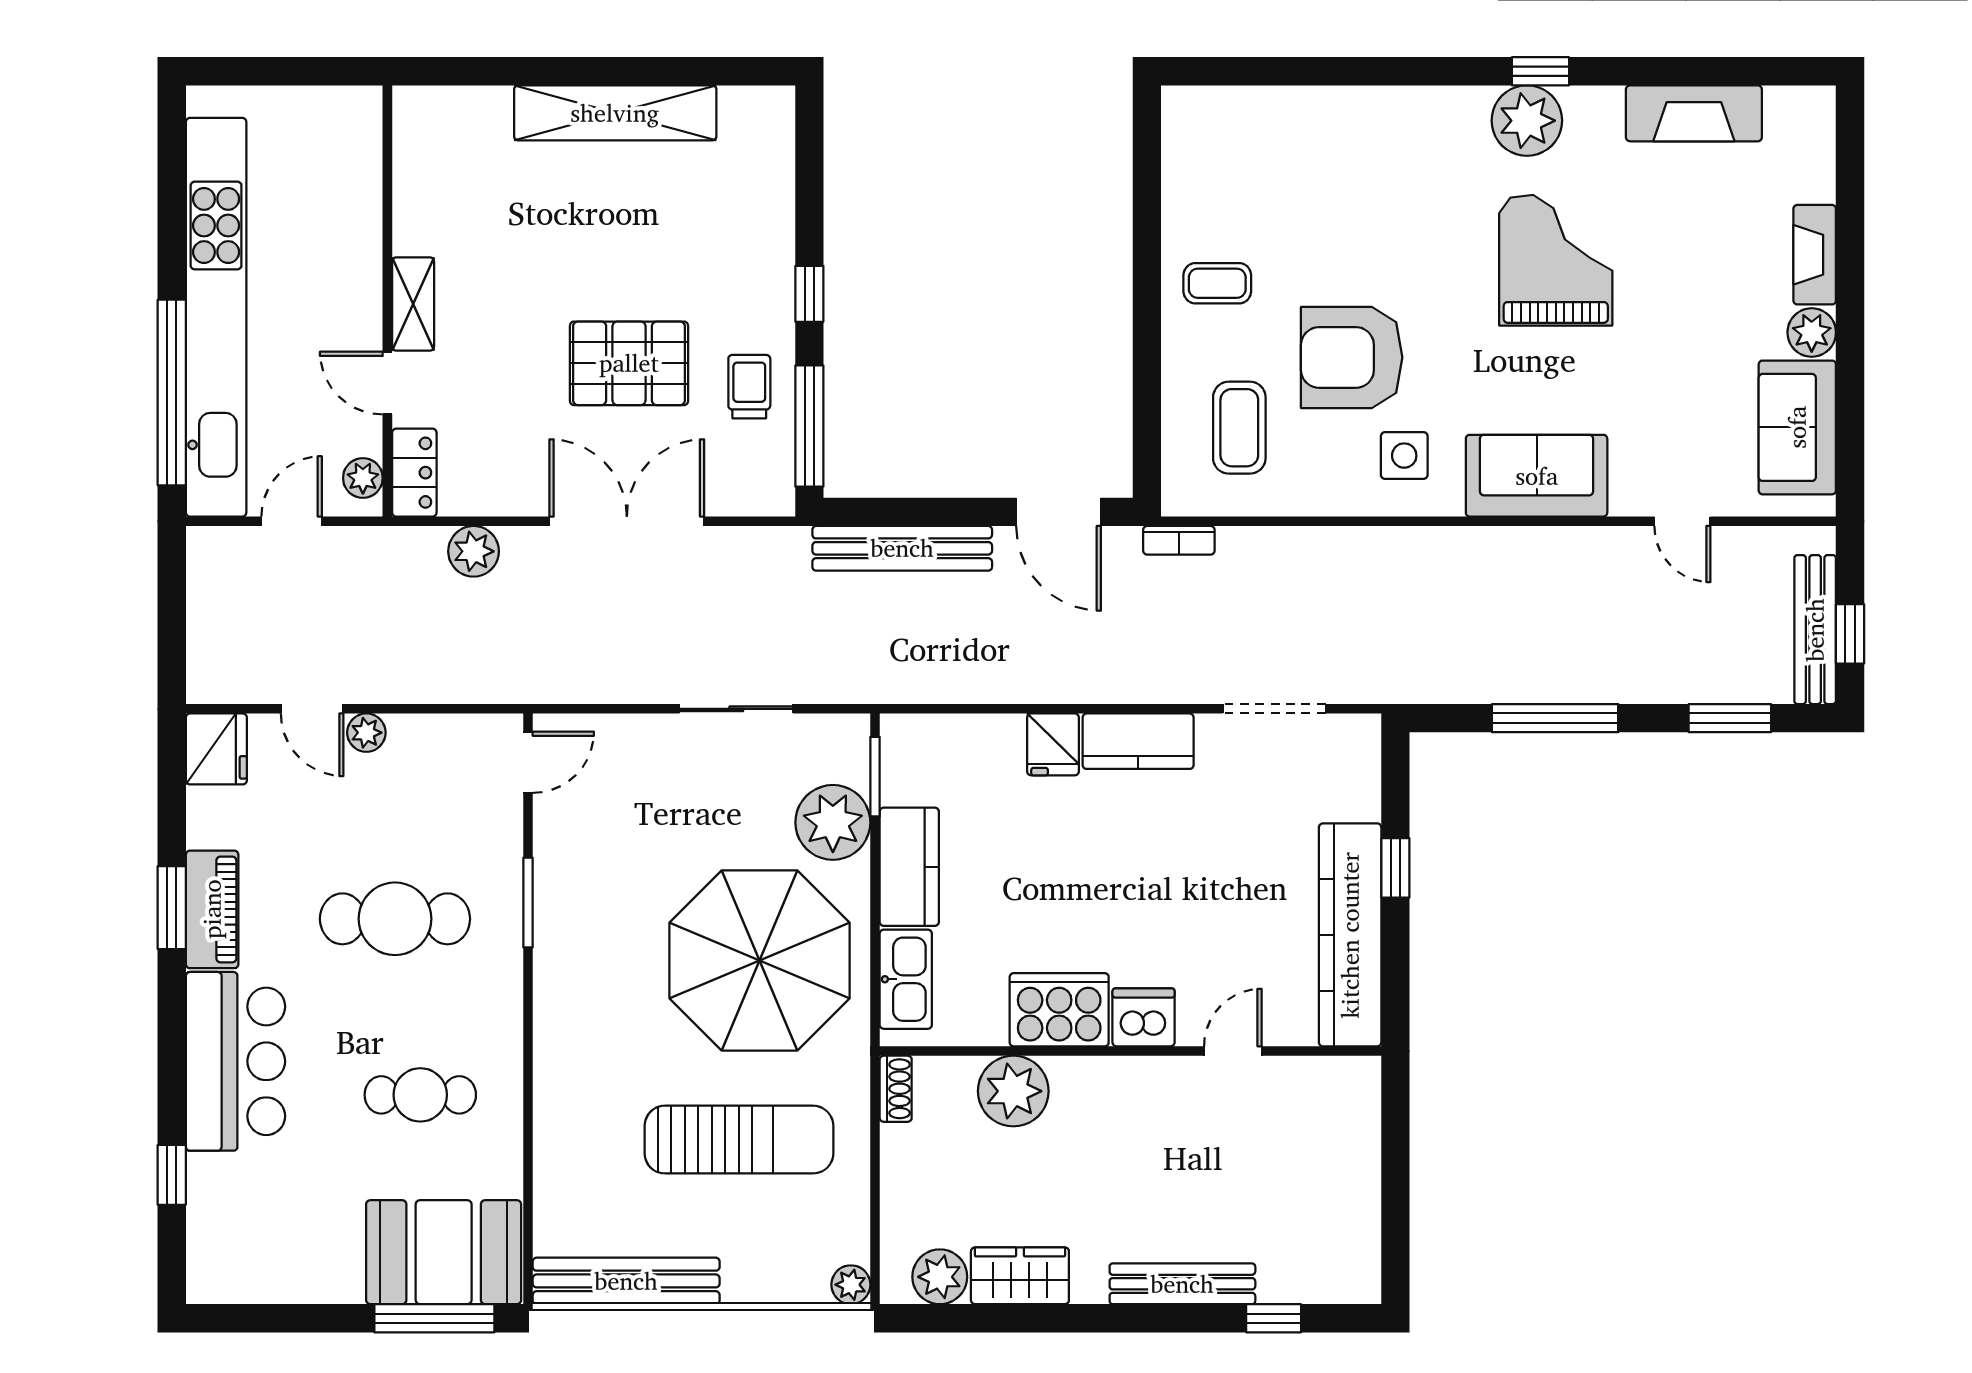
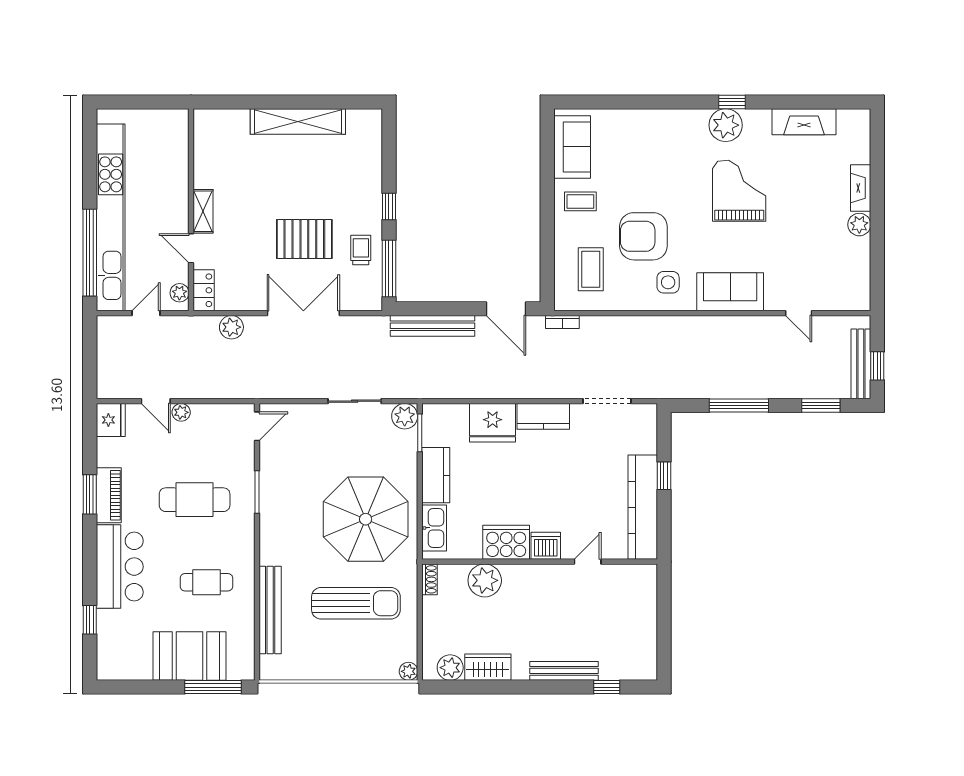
sofa: (1797, 427) -> (572, 147), moved, turned 180
fridge: (1053, 744) -> (493, 423), width x1.88, depth x1.34
plant: (833, 822) -> (405, 416), moved, width x0.73, depth x0.73
booth: (444, 1252) -> (190, 656), moved
bench: (626, 1281) -> (270, 610), moved, turned 90

